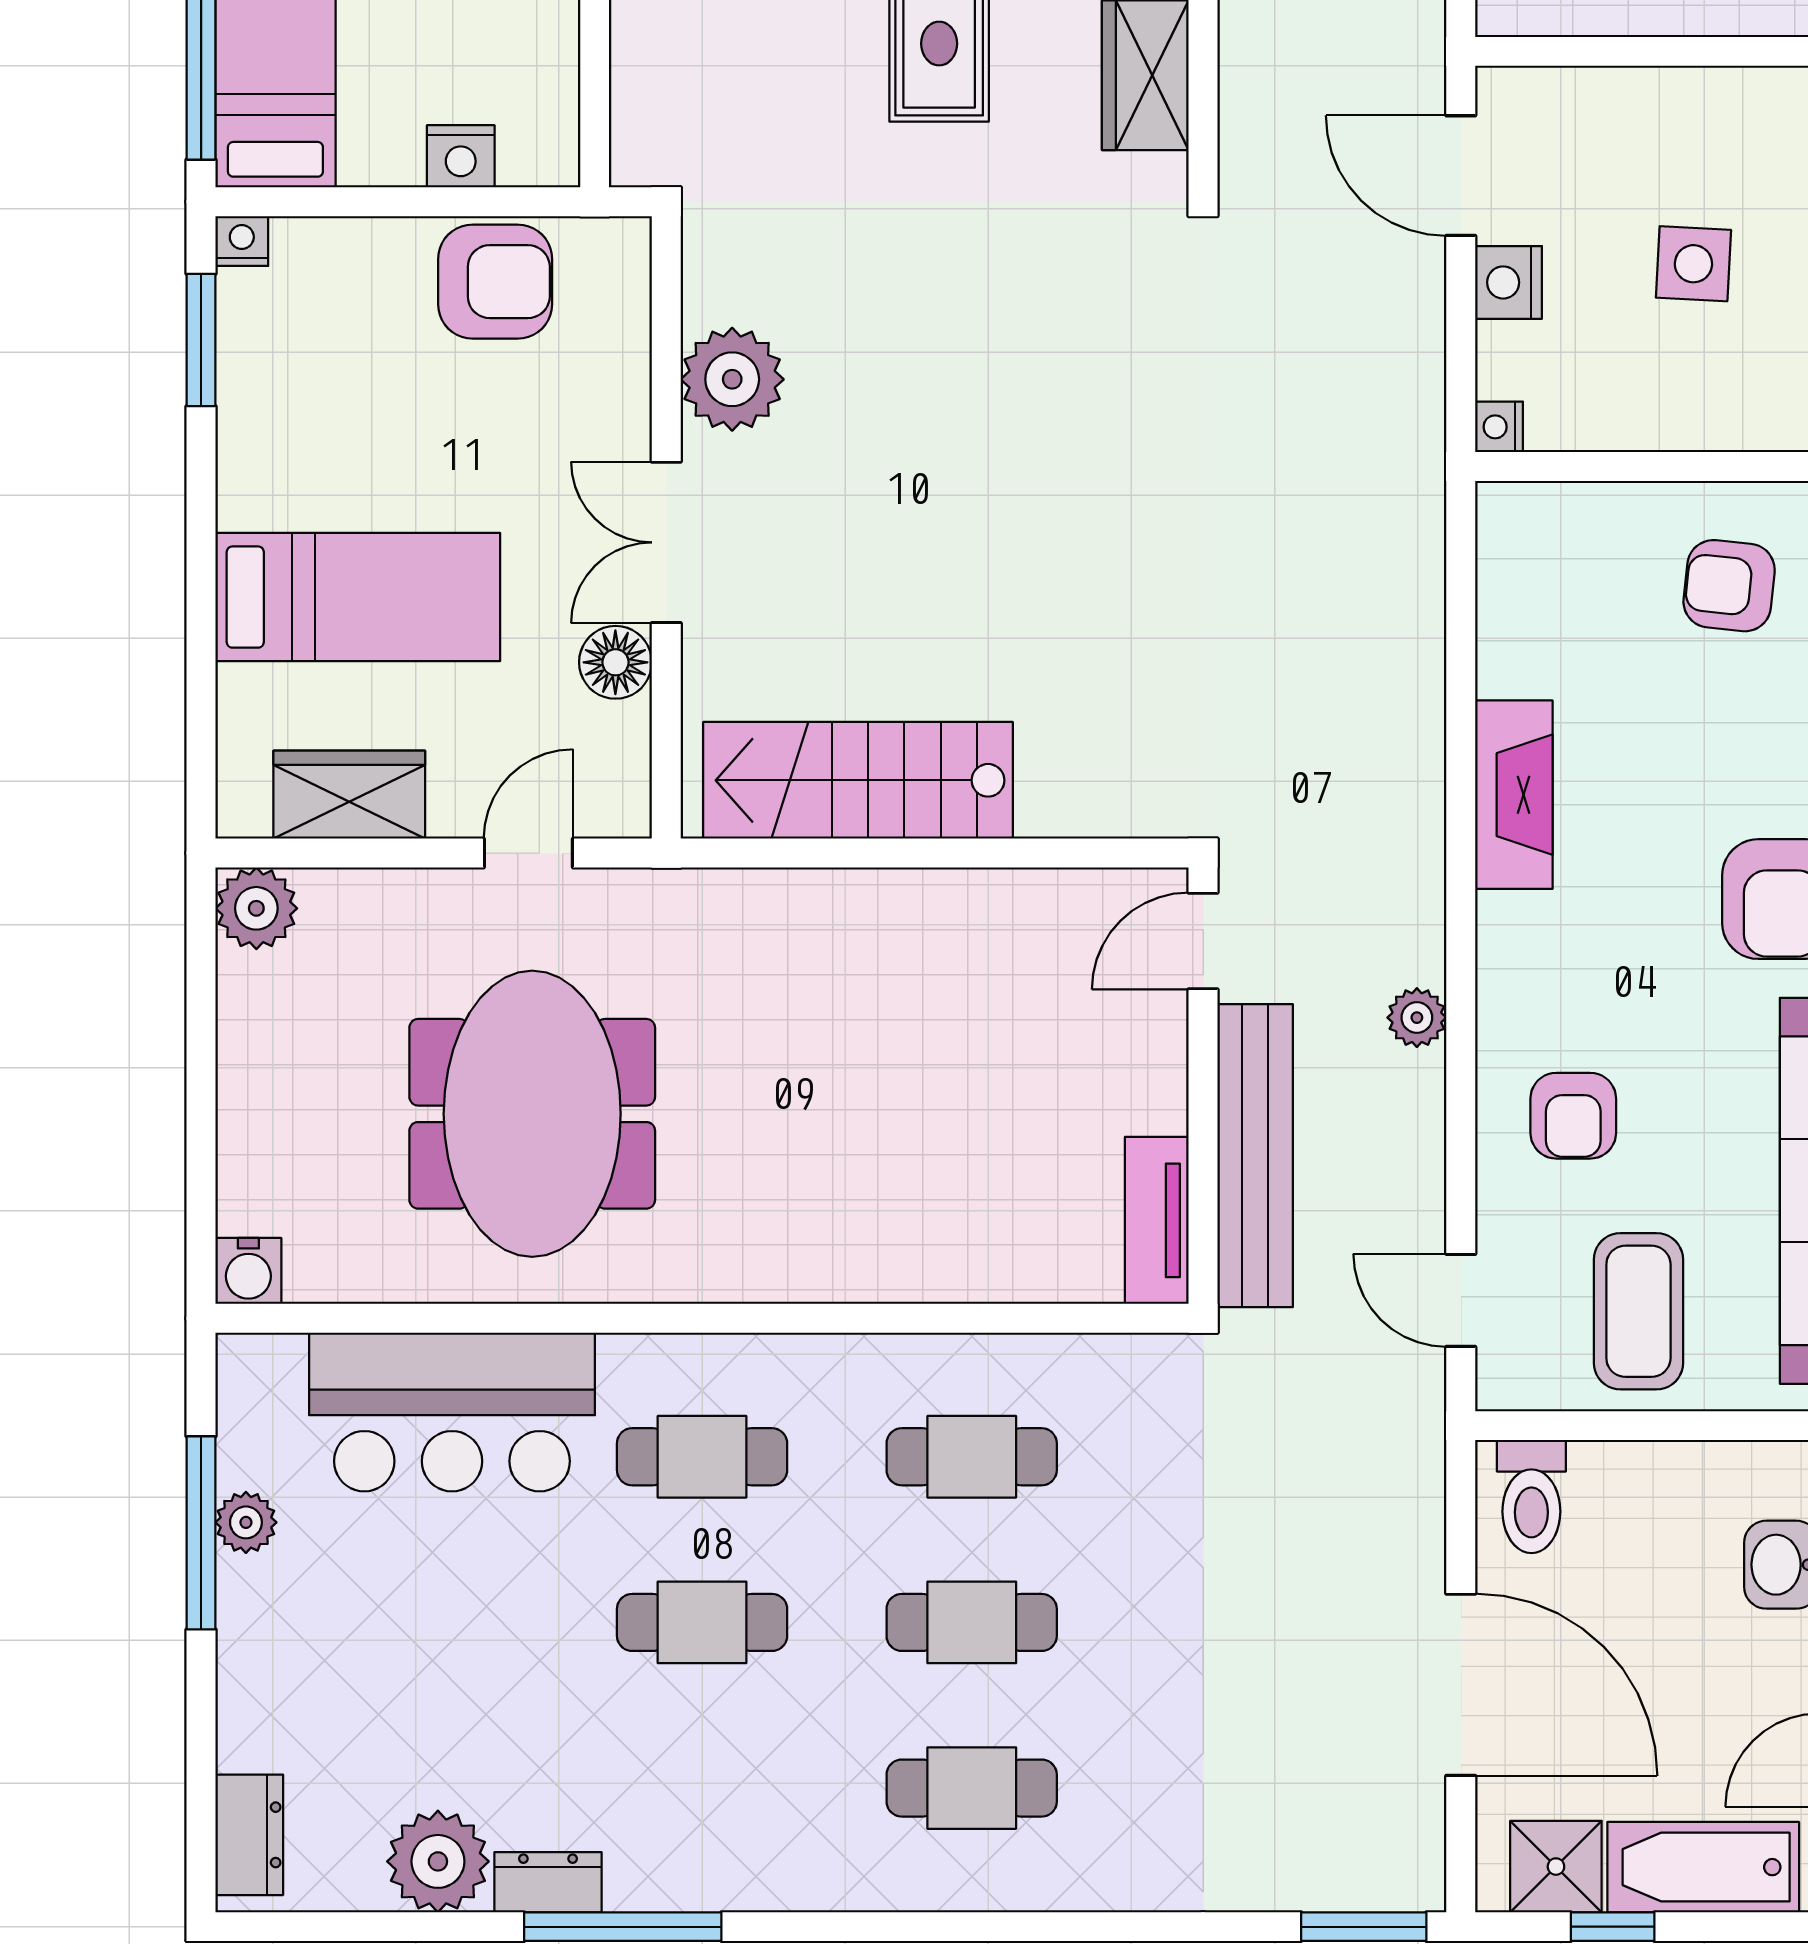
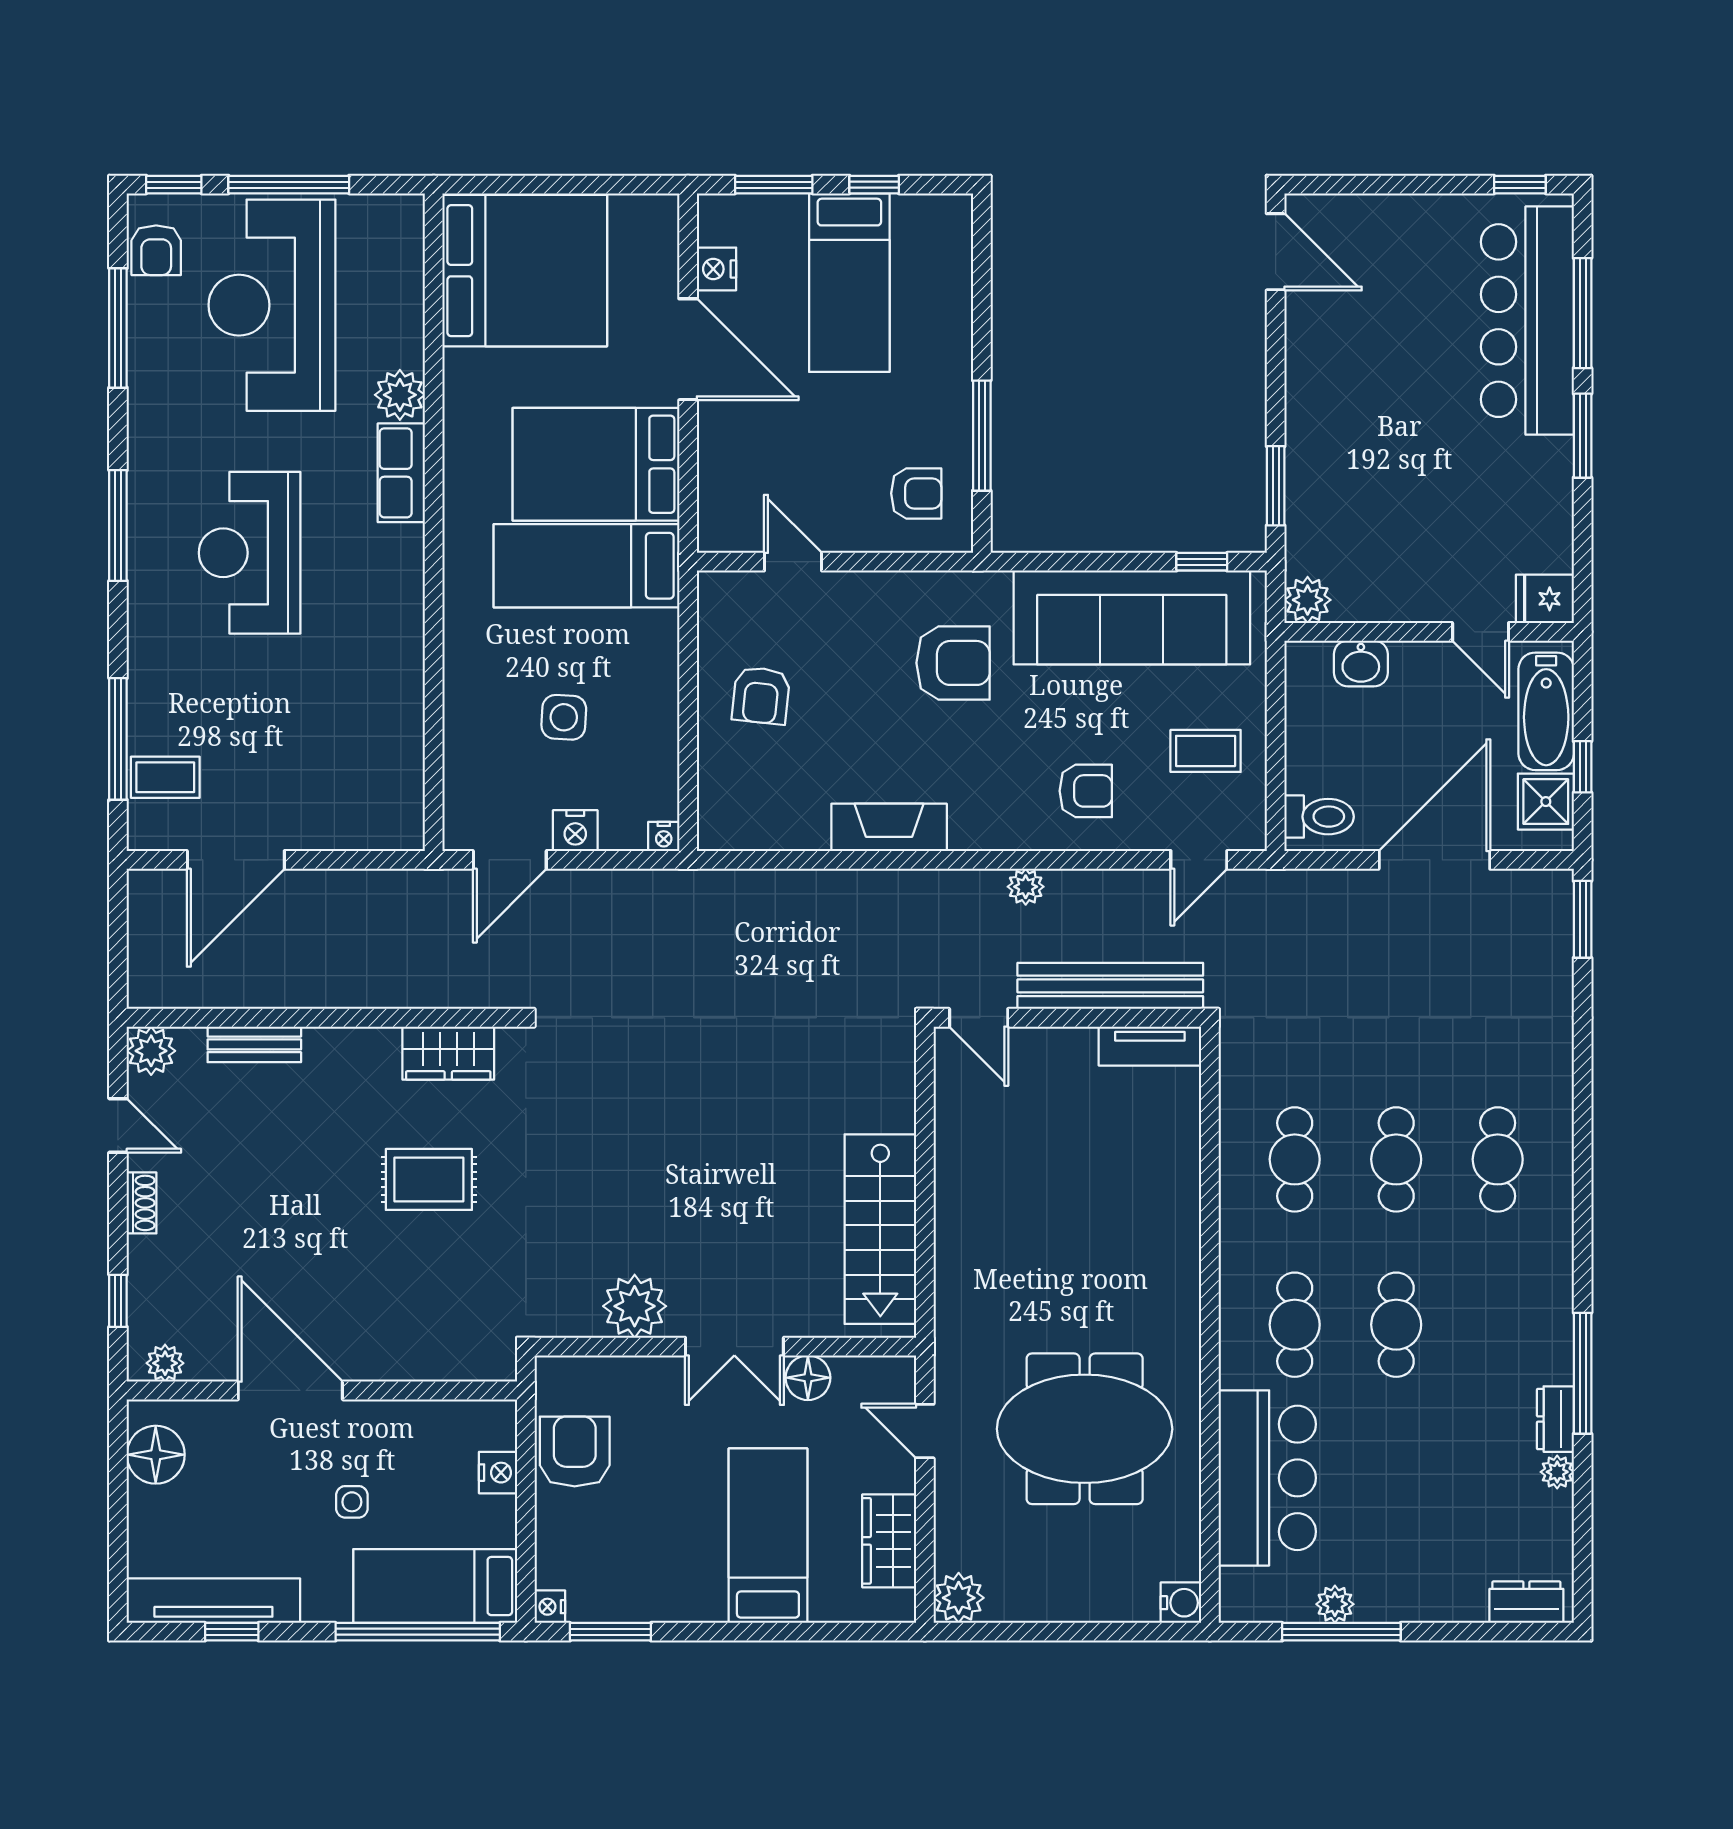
coffee table: (1638, 1311) -> (1206, 751), width x0.73, depth x0.77
plant: (438, 1861) -> (1557, 1472), width x0.53, depth x0.53

